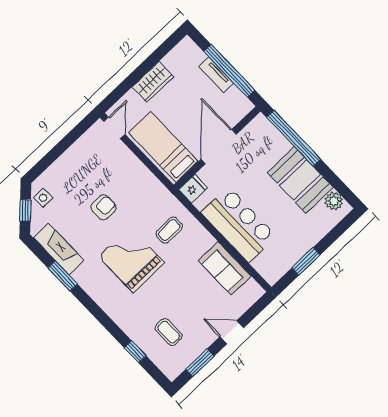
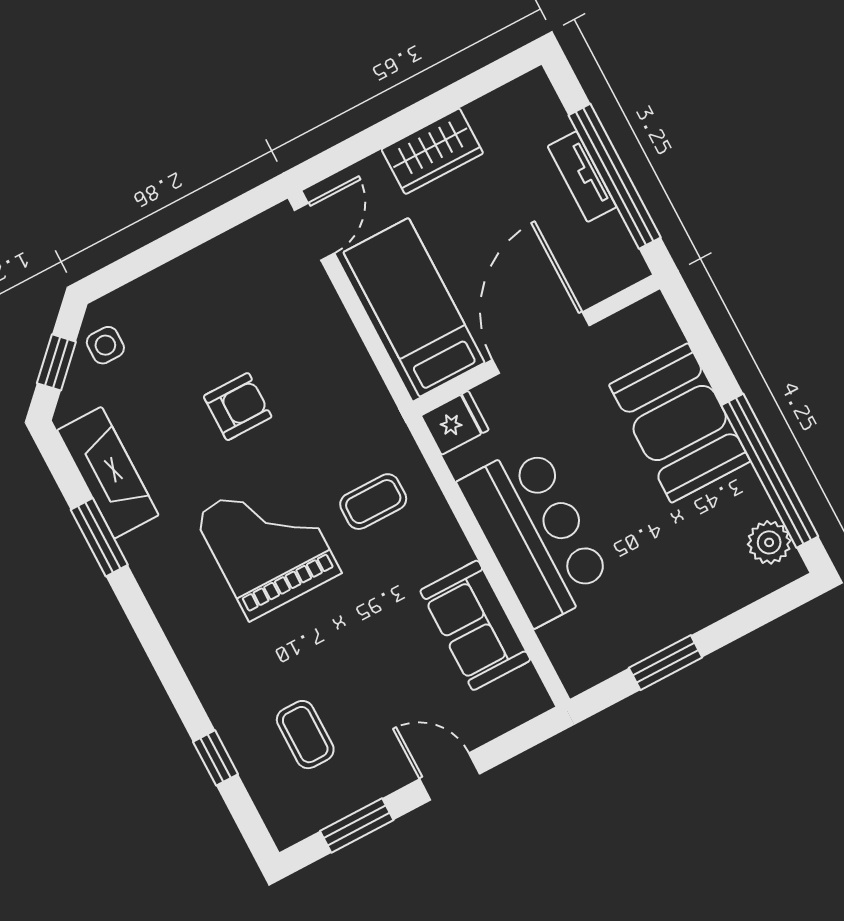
window: (294, 138) -> (770, 471), moved
booth: (300, 180) -> (680, 423), moved

